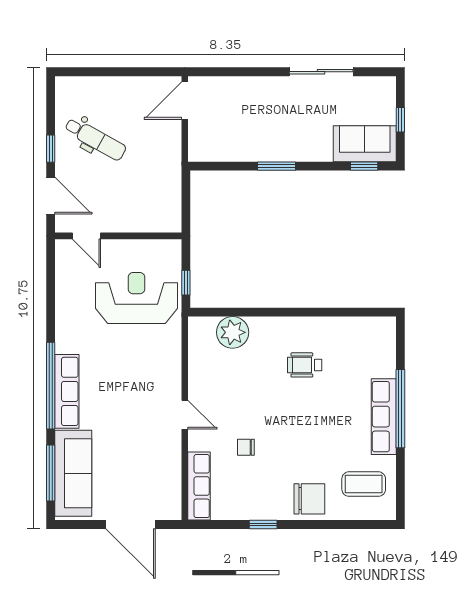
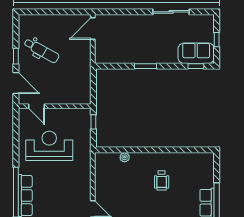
window: (186, 283) -> (93, 122), moved
reception desk: (136, 298) -> (49, 146), moved
plant: (233, 332) -> (125, 157), width x0.53, depth x0.53
wheelchair: (305, 365) -> (162, 180), turned -90

